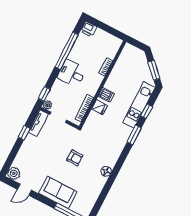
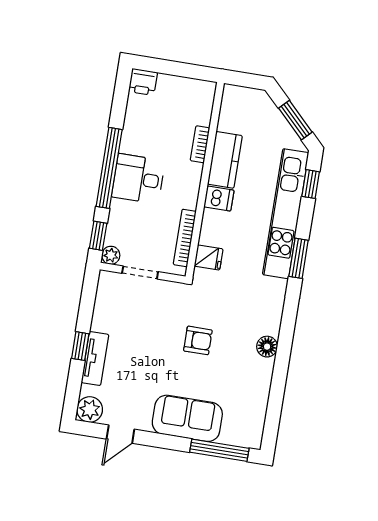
window: (67, 51) -> (109, 168), moved
kitchen counter: (115, 78) -> (225, 160), added
kitchen unit: (139, 105) -> (286, 214), width x1.36
fridge: (100, 107) -> (209, 257), moved
window: (147, 111) -> (311, 184), moved
tv unit: (38, 123) -> (95, 358), moved
window: (24, 133) -> (80, 346), moved

